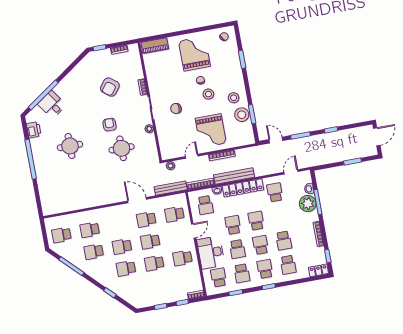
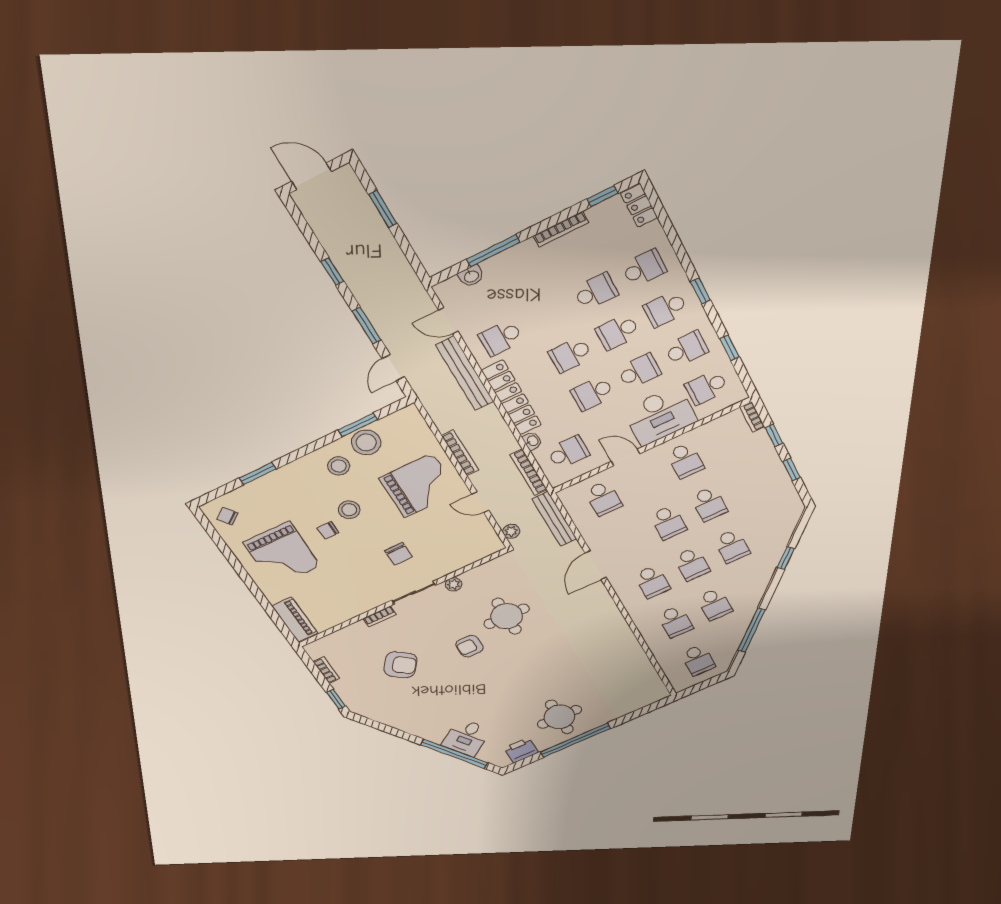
grand piano: (194, 54) -> (282, 554), turned -89
round table: (70, 146) -> (559, 717), moved
bench: (234, 176) -> (465, 373), moved
plant: (308, 204) -> (503, 269), removed
school desk: (146, 219) -> (652, 582), moved

